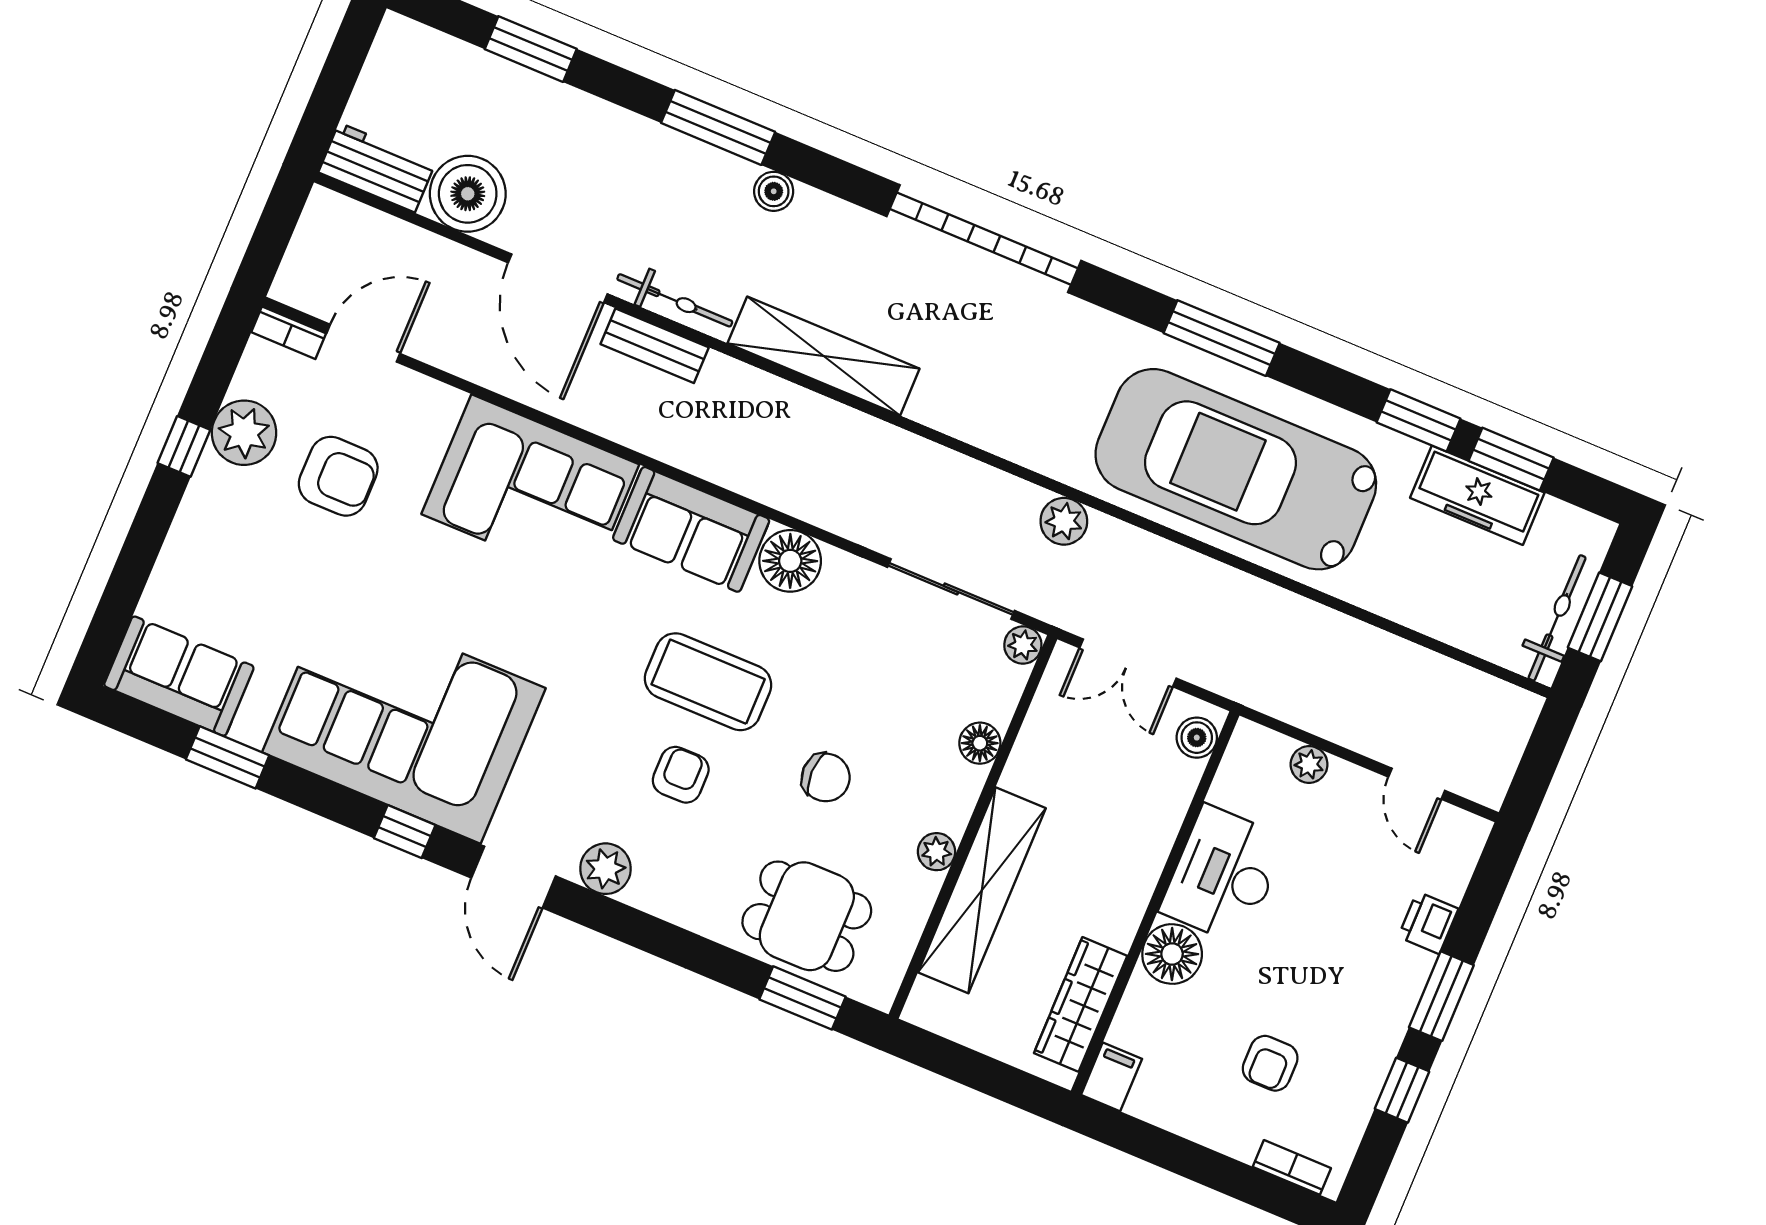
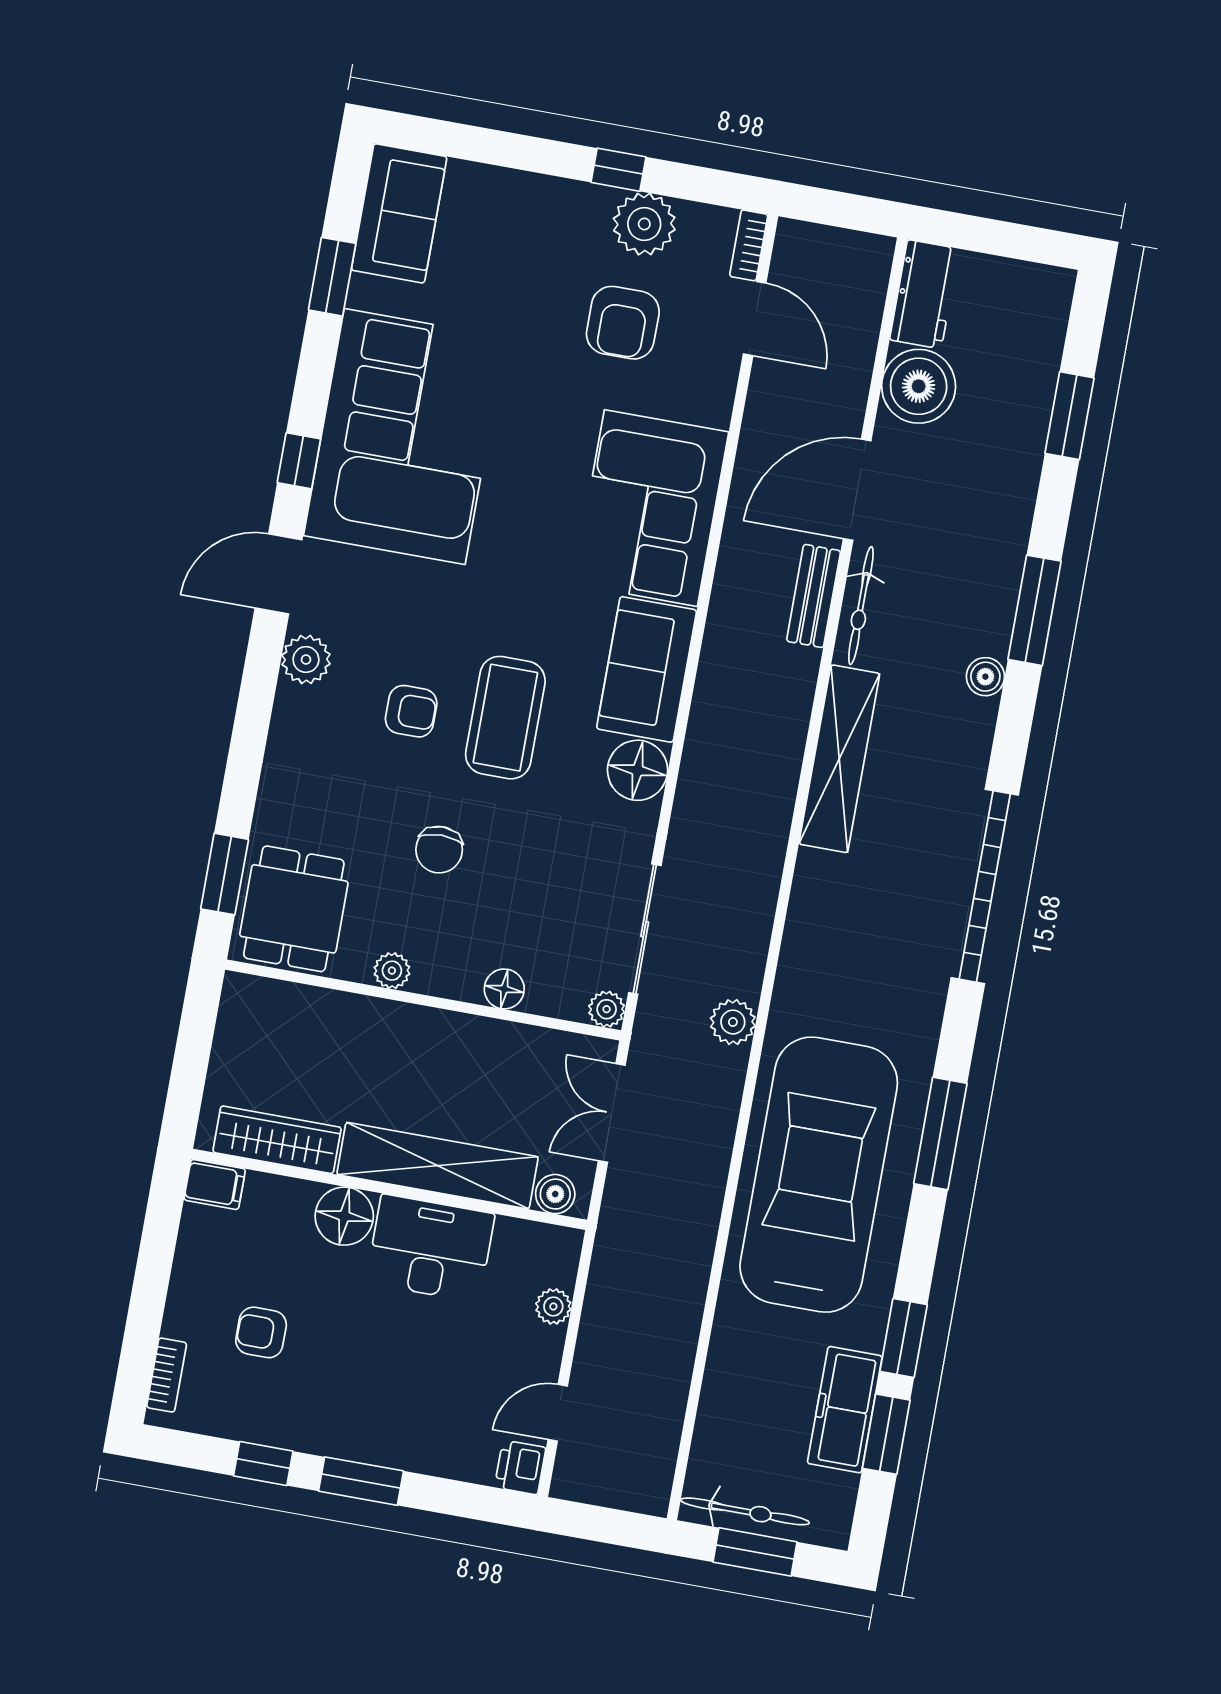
shelving: (982, 890) -> (438, 1166), moved
dining table: (807, 916) -> (294, 909), moved
printer: (1428, 923) -> (520, 1467), moved, turned -90

